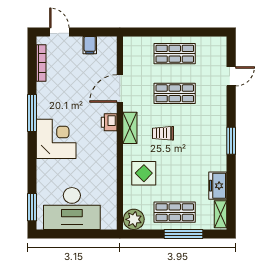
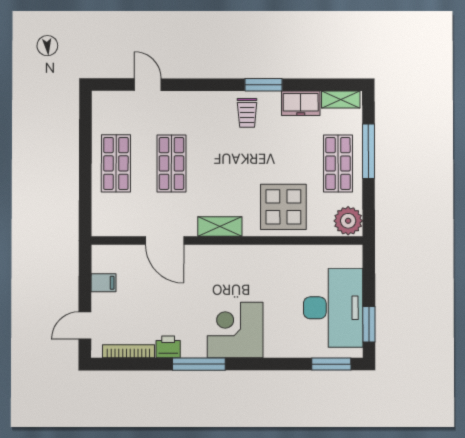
printer: (109, 122) -> (168, 347), moved, turned 180
trolley: (163, 133) -> (247, 113), moved
window: (231, 141) -> (263, 85), moved
display table: (144, 173) -> (283, 207), width x1.36, depth x1.36
window: (60, 234) -> (369, 324), added

